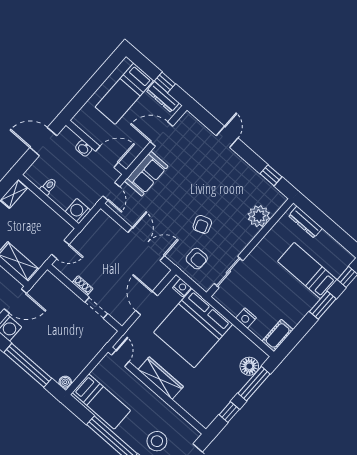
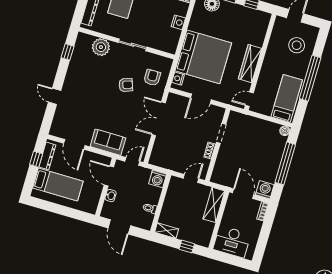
door: (227, 137) -> (55, 96), hinge flipped
door: (60, 249) -> (191, 179), hinge flipped
sliding door: (228, 272) -> (133, 45), moved

